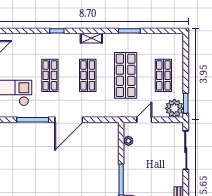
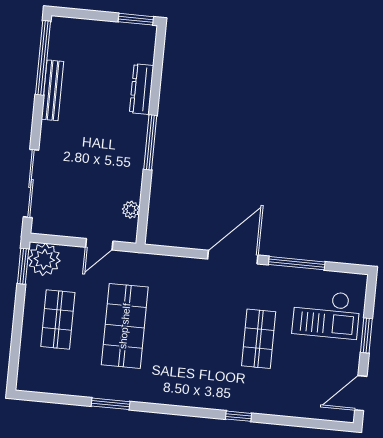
shelving: (91, 38) -> (179, 397), removed
shop shelf: (88, 75) -> (192, 332), removed

